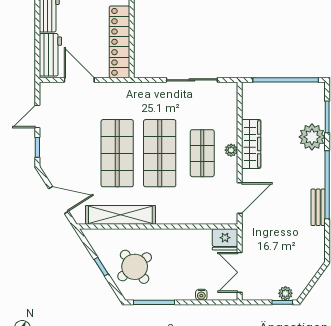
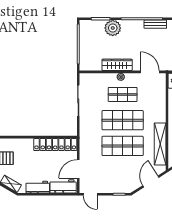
door: (37, 116) -> (90, 194), moved

